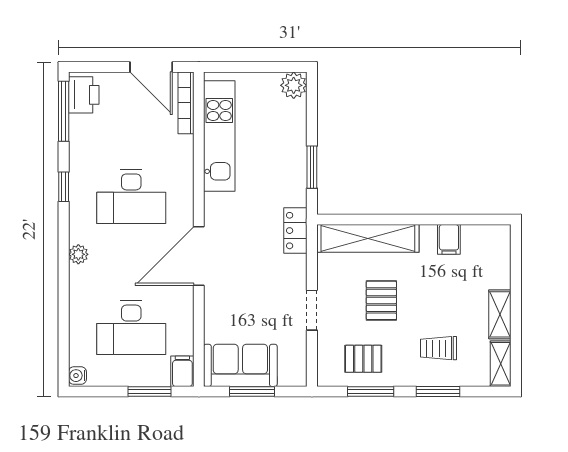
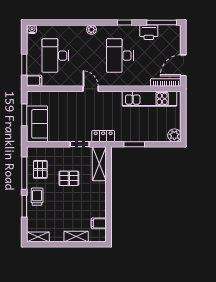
printer: (84, 95) -> (149, 32), moved
shelving: (368, 238) -> (99, 164), width x0.68
filing cabinet: (449, 239) -> (99, 223), moved
door: (199, 256) -> (91, 89), width x0.53
doorway: (312, 310) -> (80, 144), moved
shelving: (500, 314) -> (76, 236), moved
trolley: (438, 348) -> (37, 197), moved
sofa: (240, 365) -> (37, 124), moved
window: (371, 391) -> (24, 173), width x1.44

